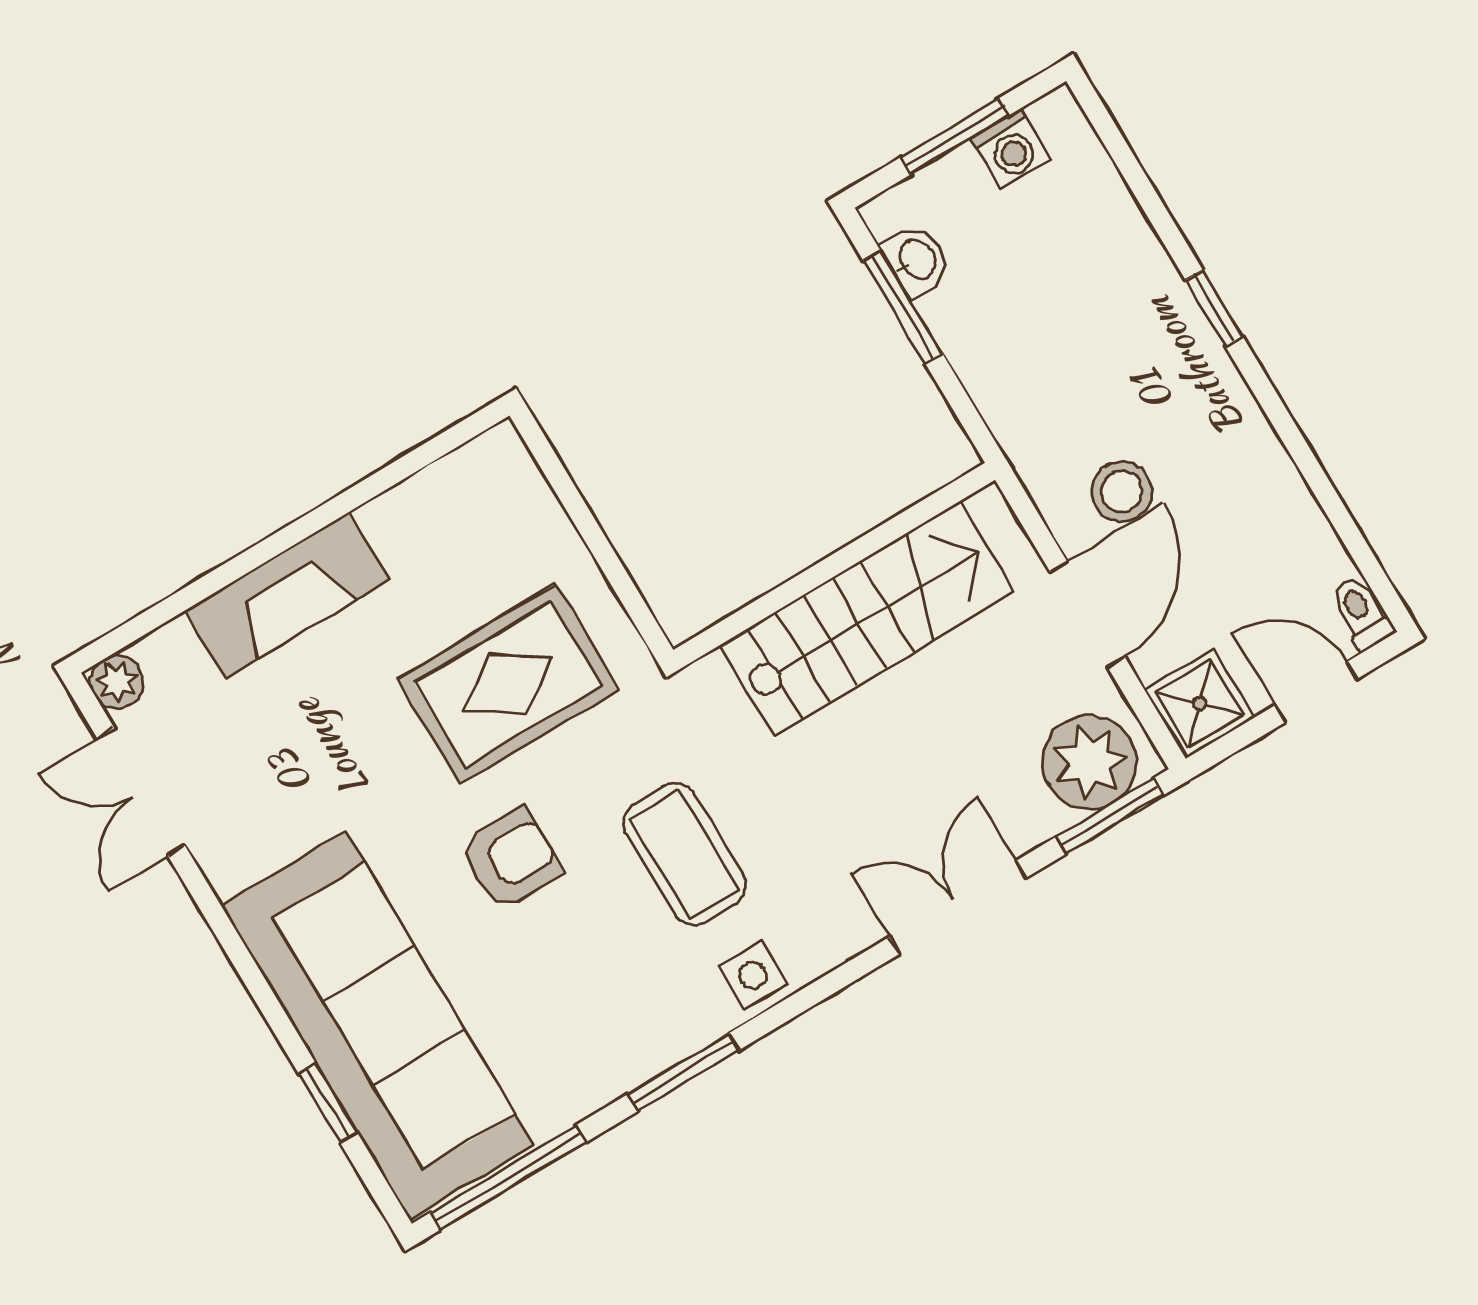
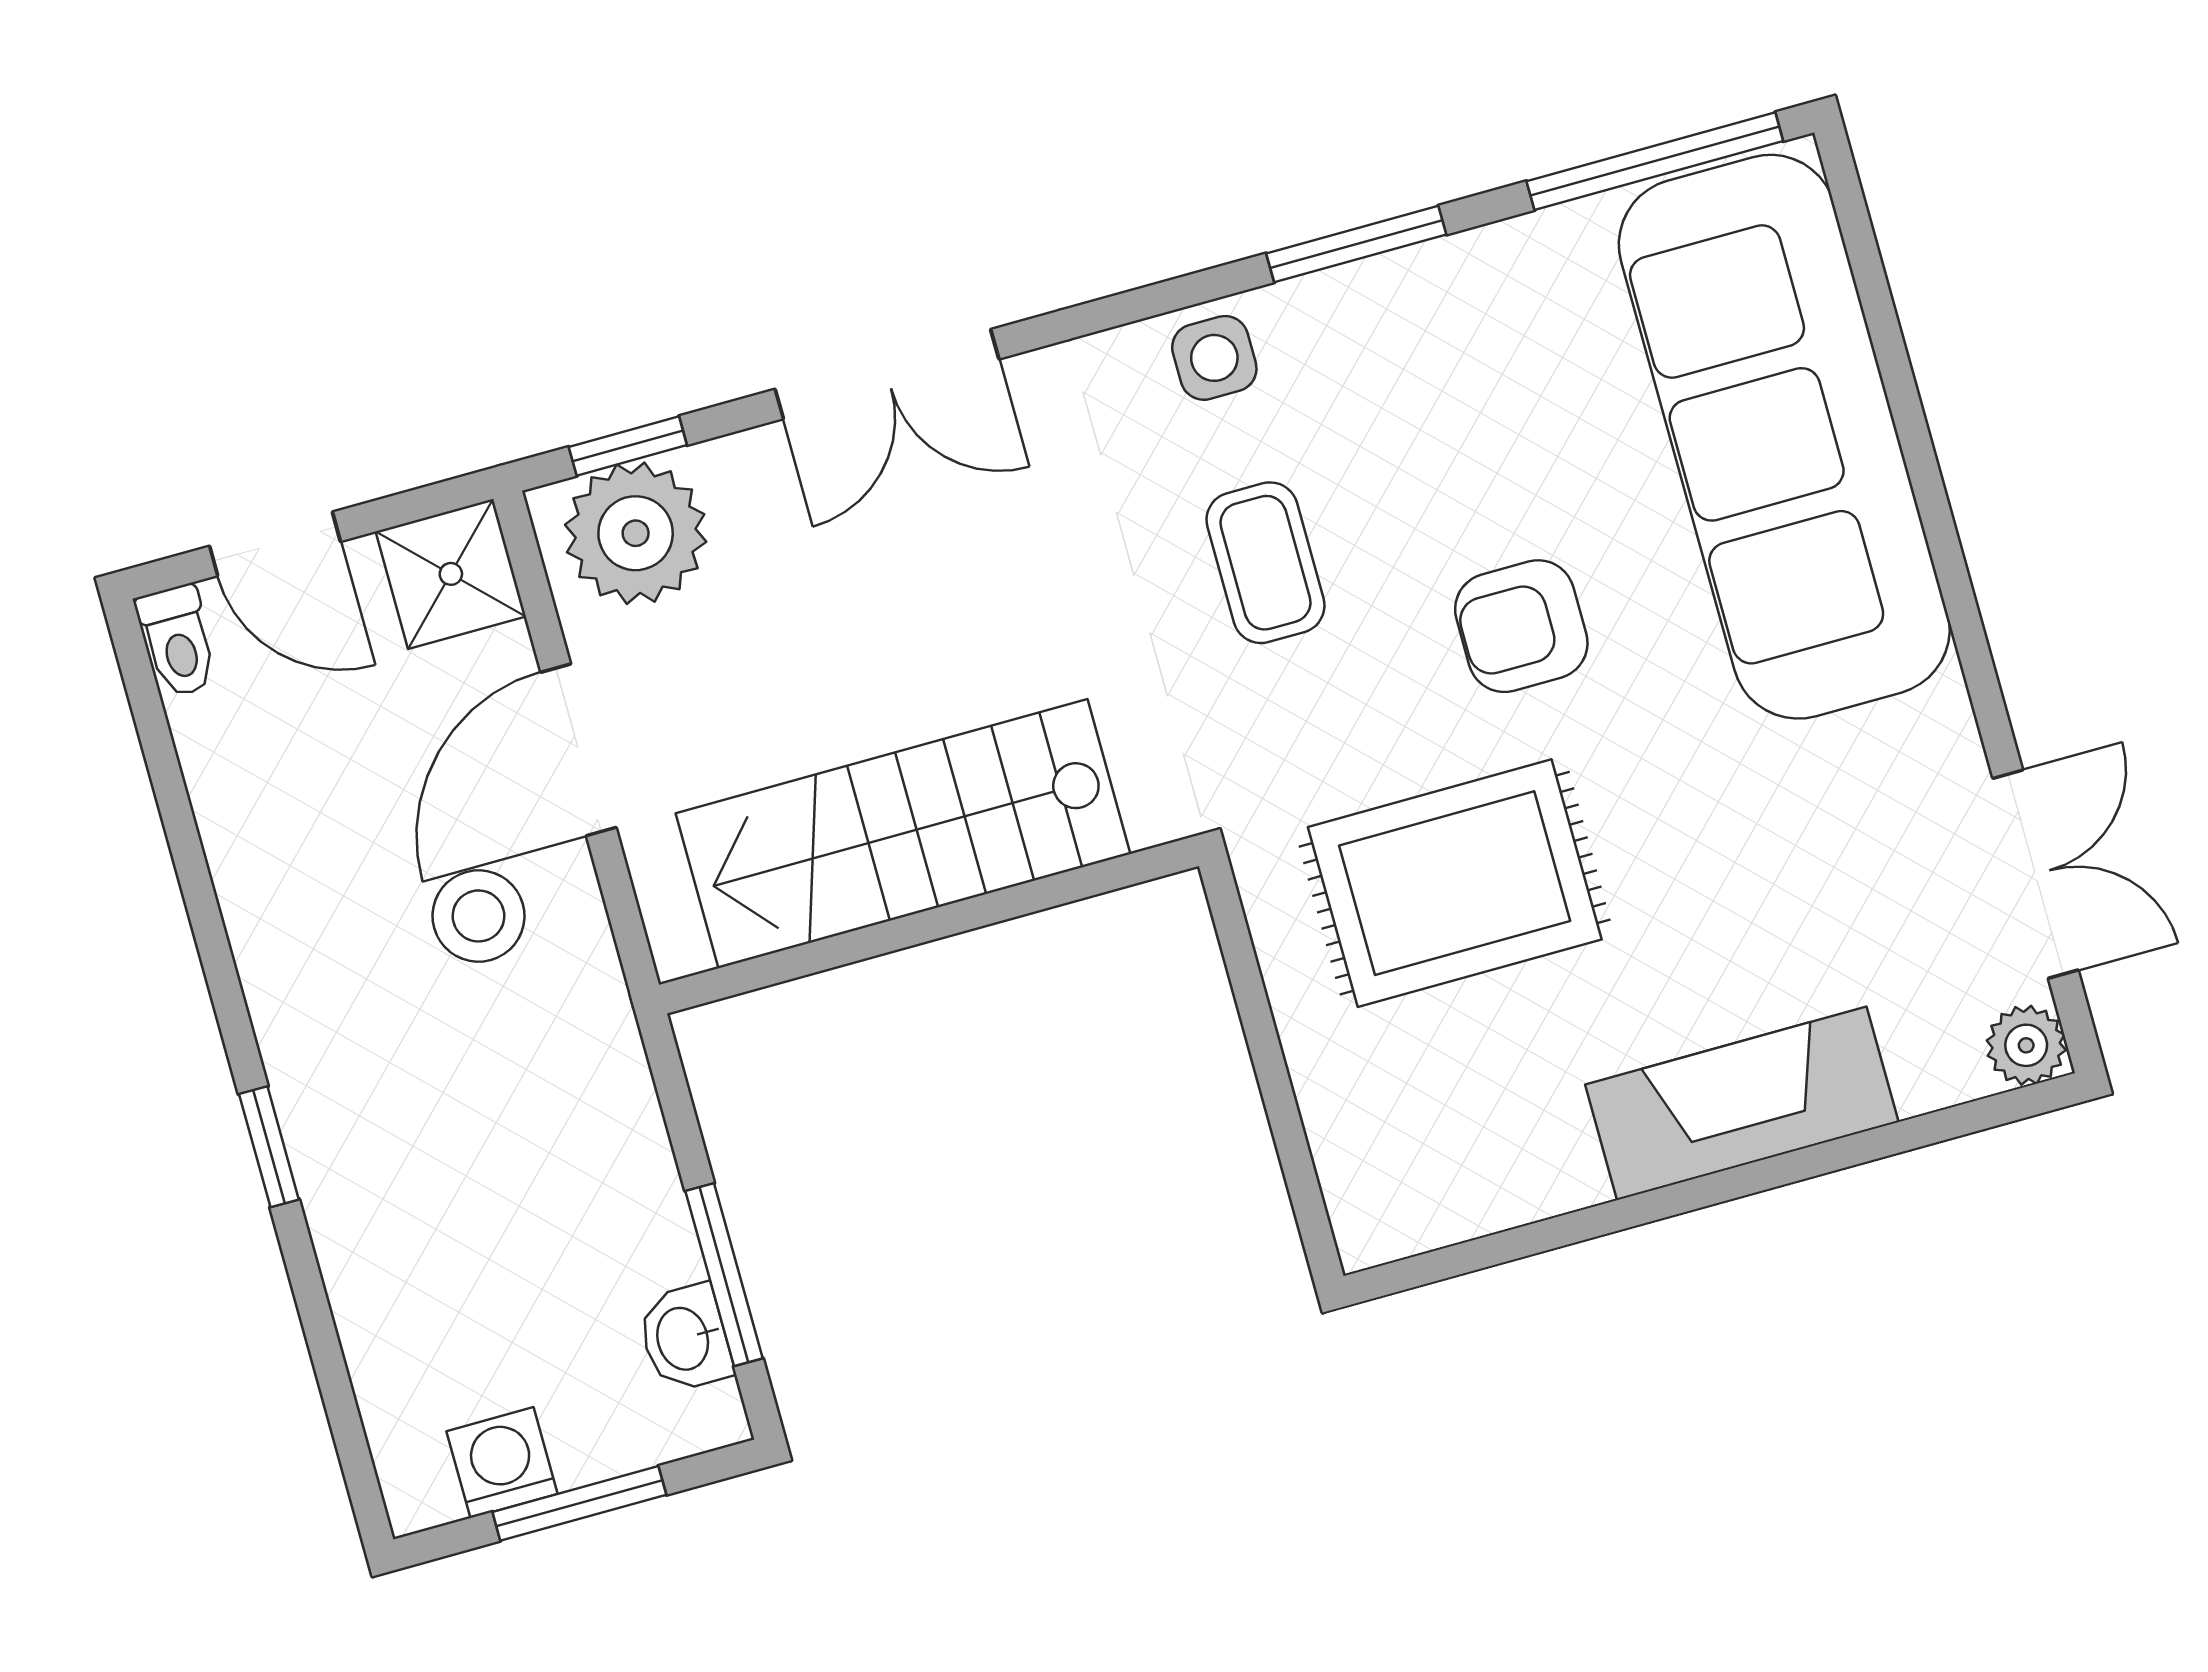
window: (1110, 816) -> (628, 446), width x0.67
coffee table: (684, 854) -> (1265, 563), width x0.73, depth x0.77
window: (328, 1103) -> (1888, 344), removed

